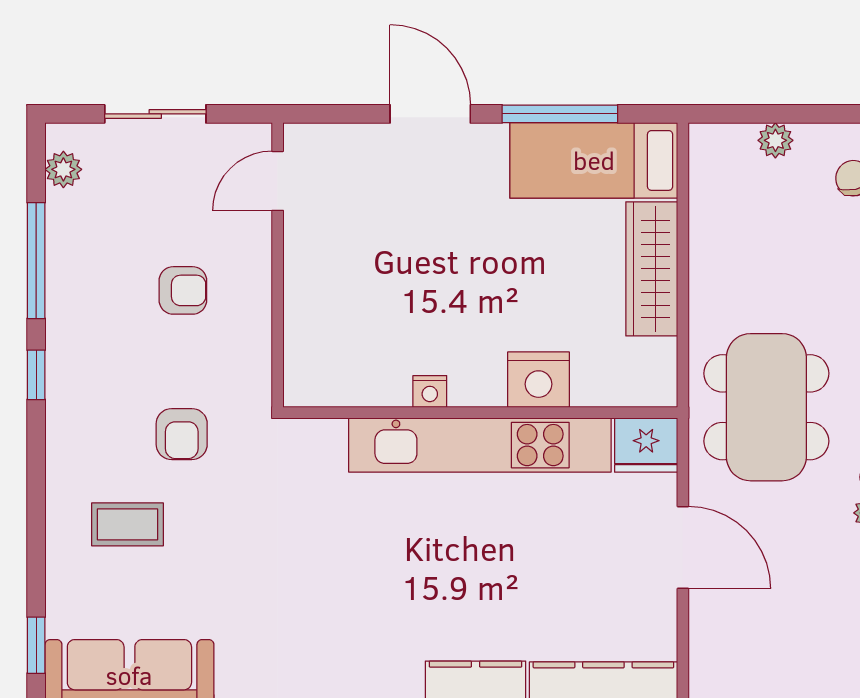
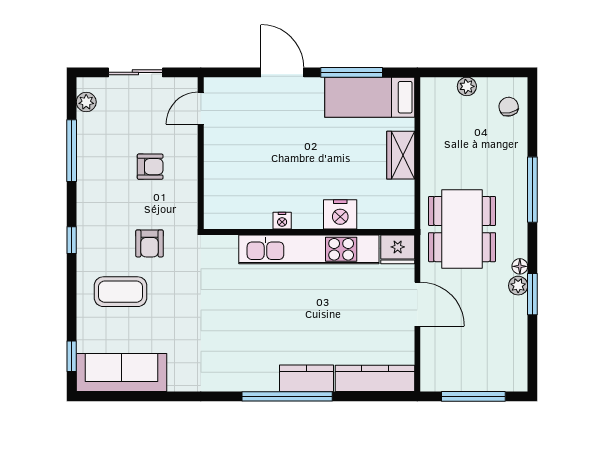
wardrobe: (652, 269) -> (401, 155), width x0.67
window: (36, 375) -> (72, 240), moved
coffee table: (128, 524) -> (121, 292), width x1.36, depth x1.30

